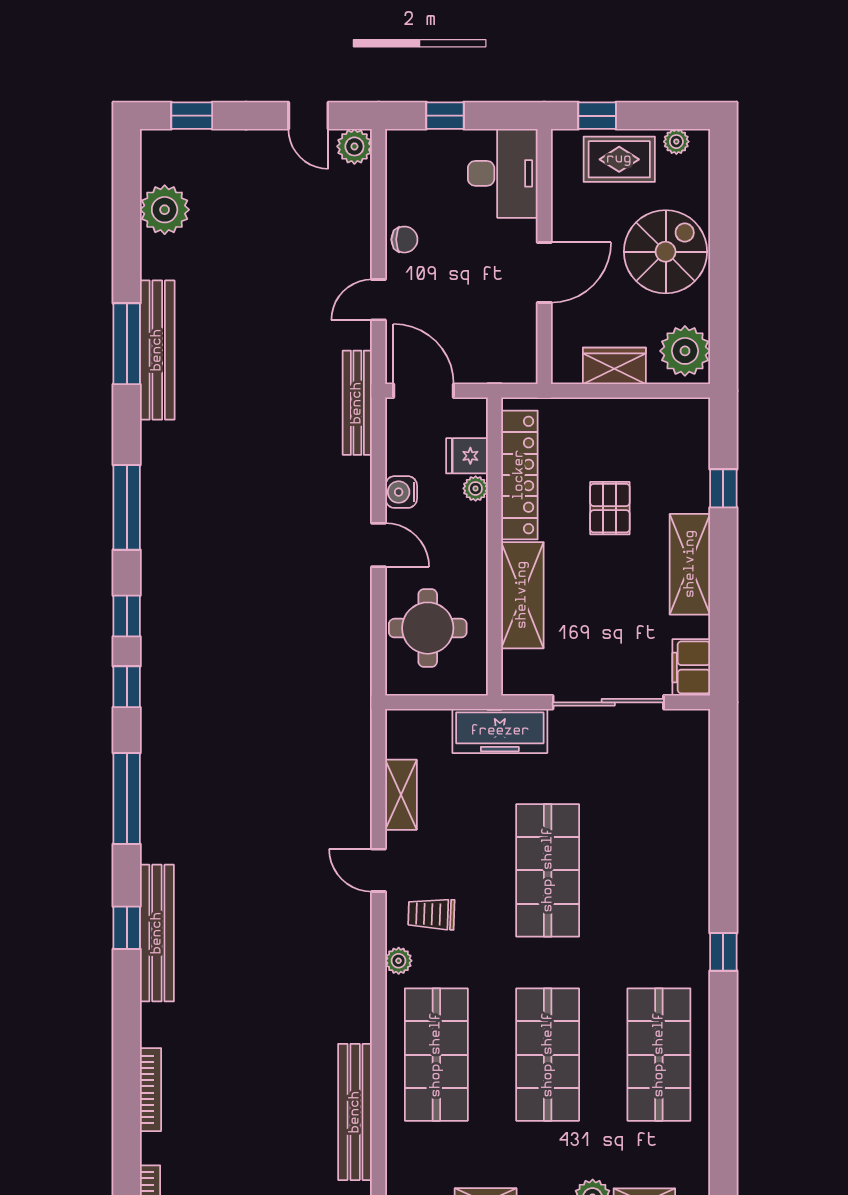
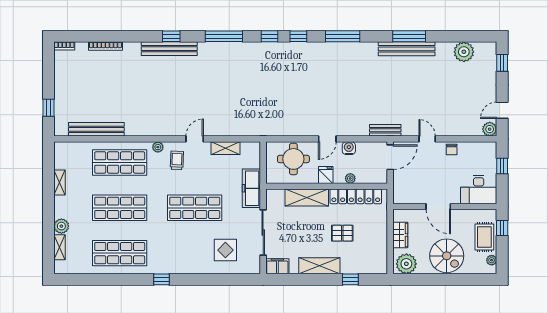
bench: (357, 403) -> (385, 130), width x0.73
fridge: (467, 456) -> (326, 175), moved
display table: (651, 795) -> (225, 250), added

